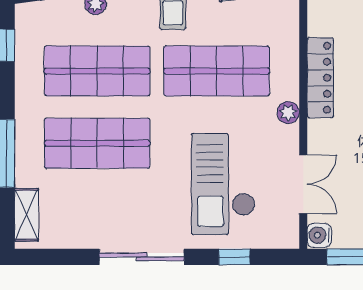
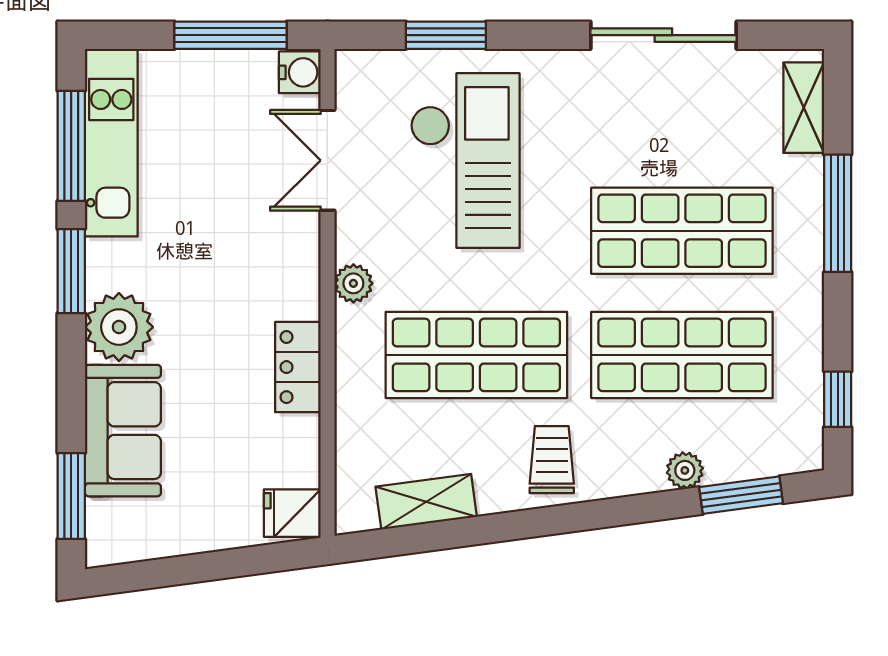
locker: (320, 78) -> (298, 367), width x0.66
sliding door: (142, 257) -> (663, 35), moved
window: (234, 257) -> (446, 35), width x1.50

